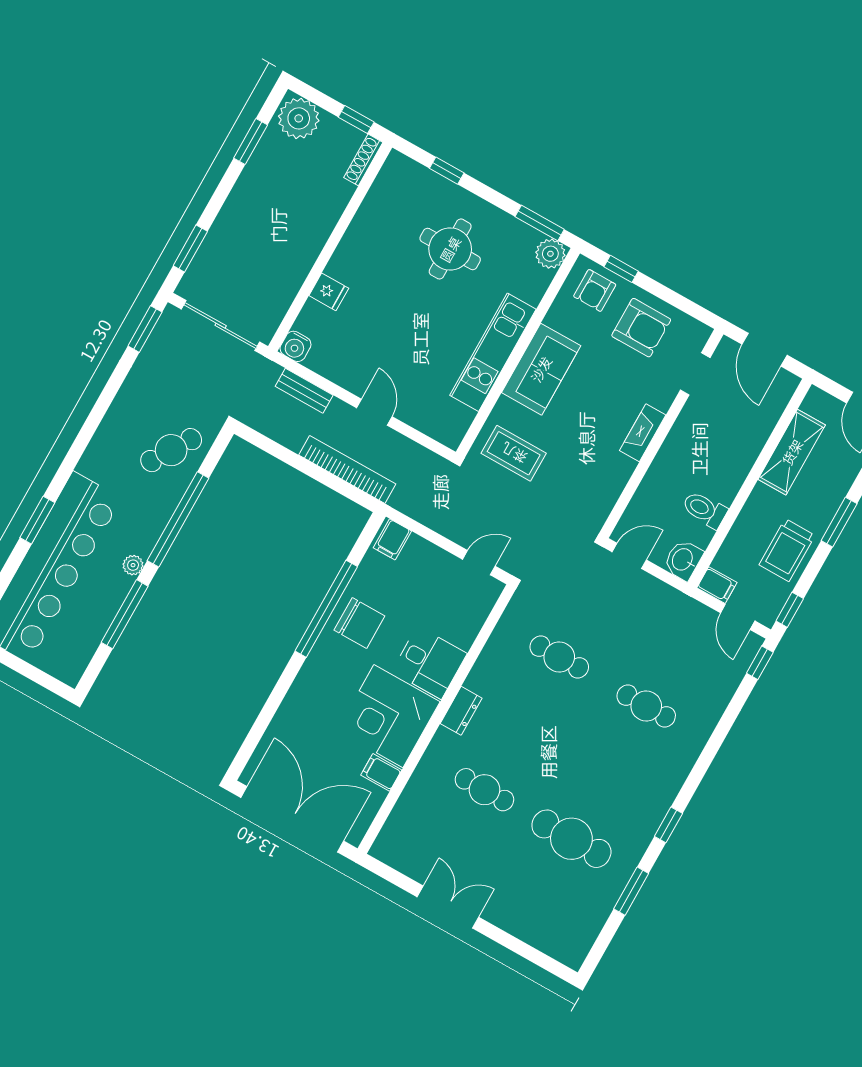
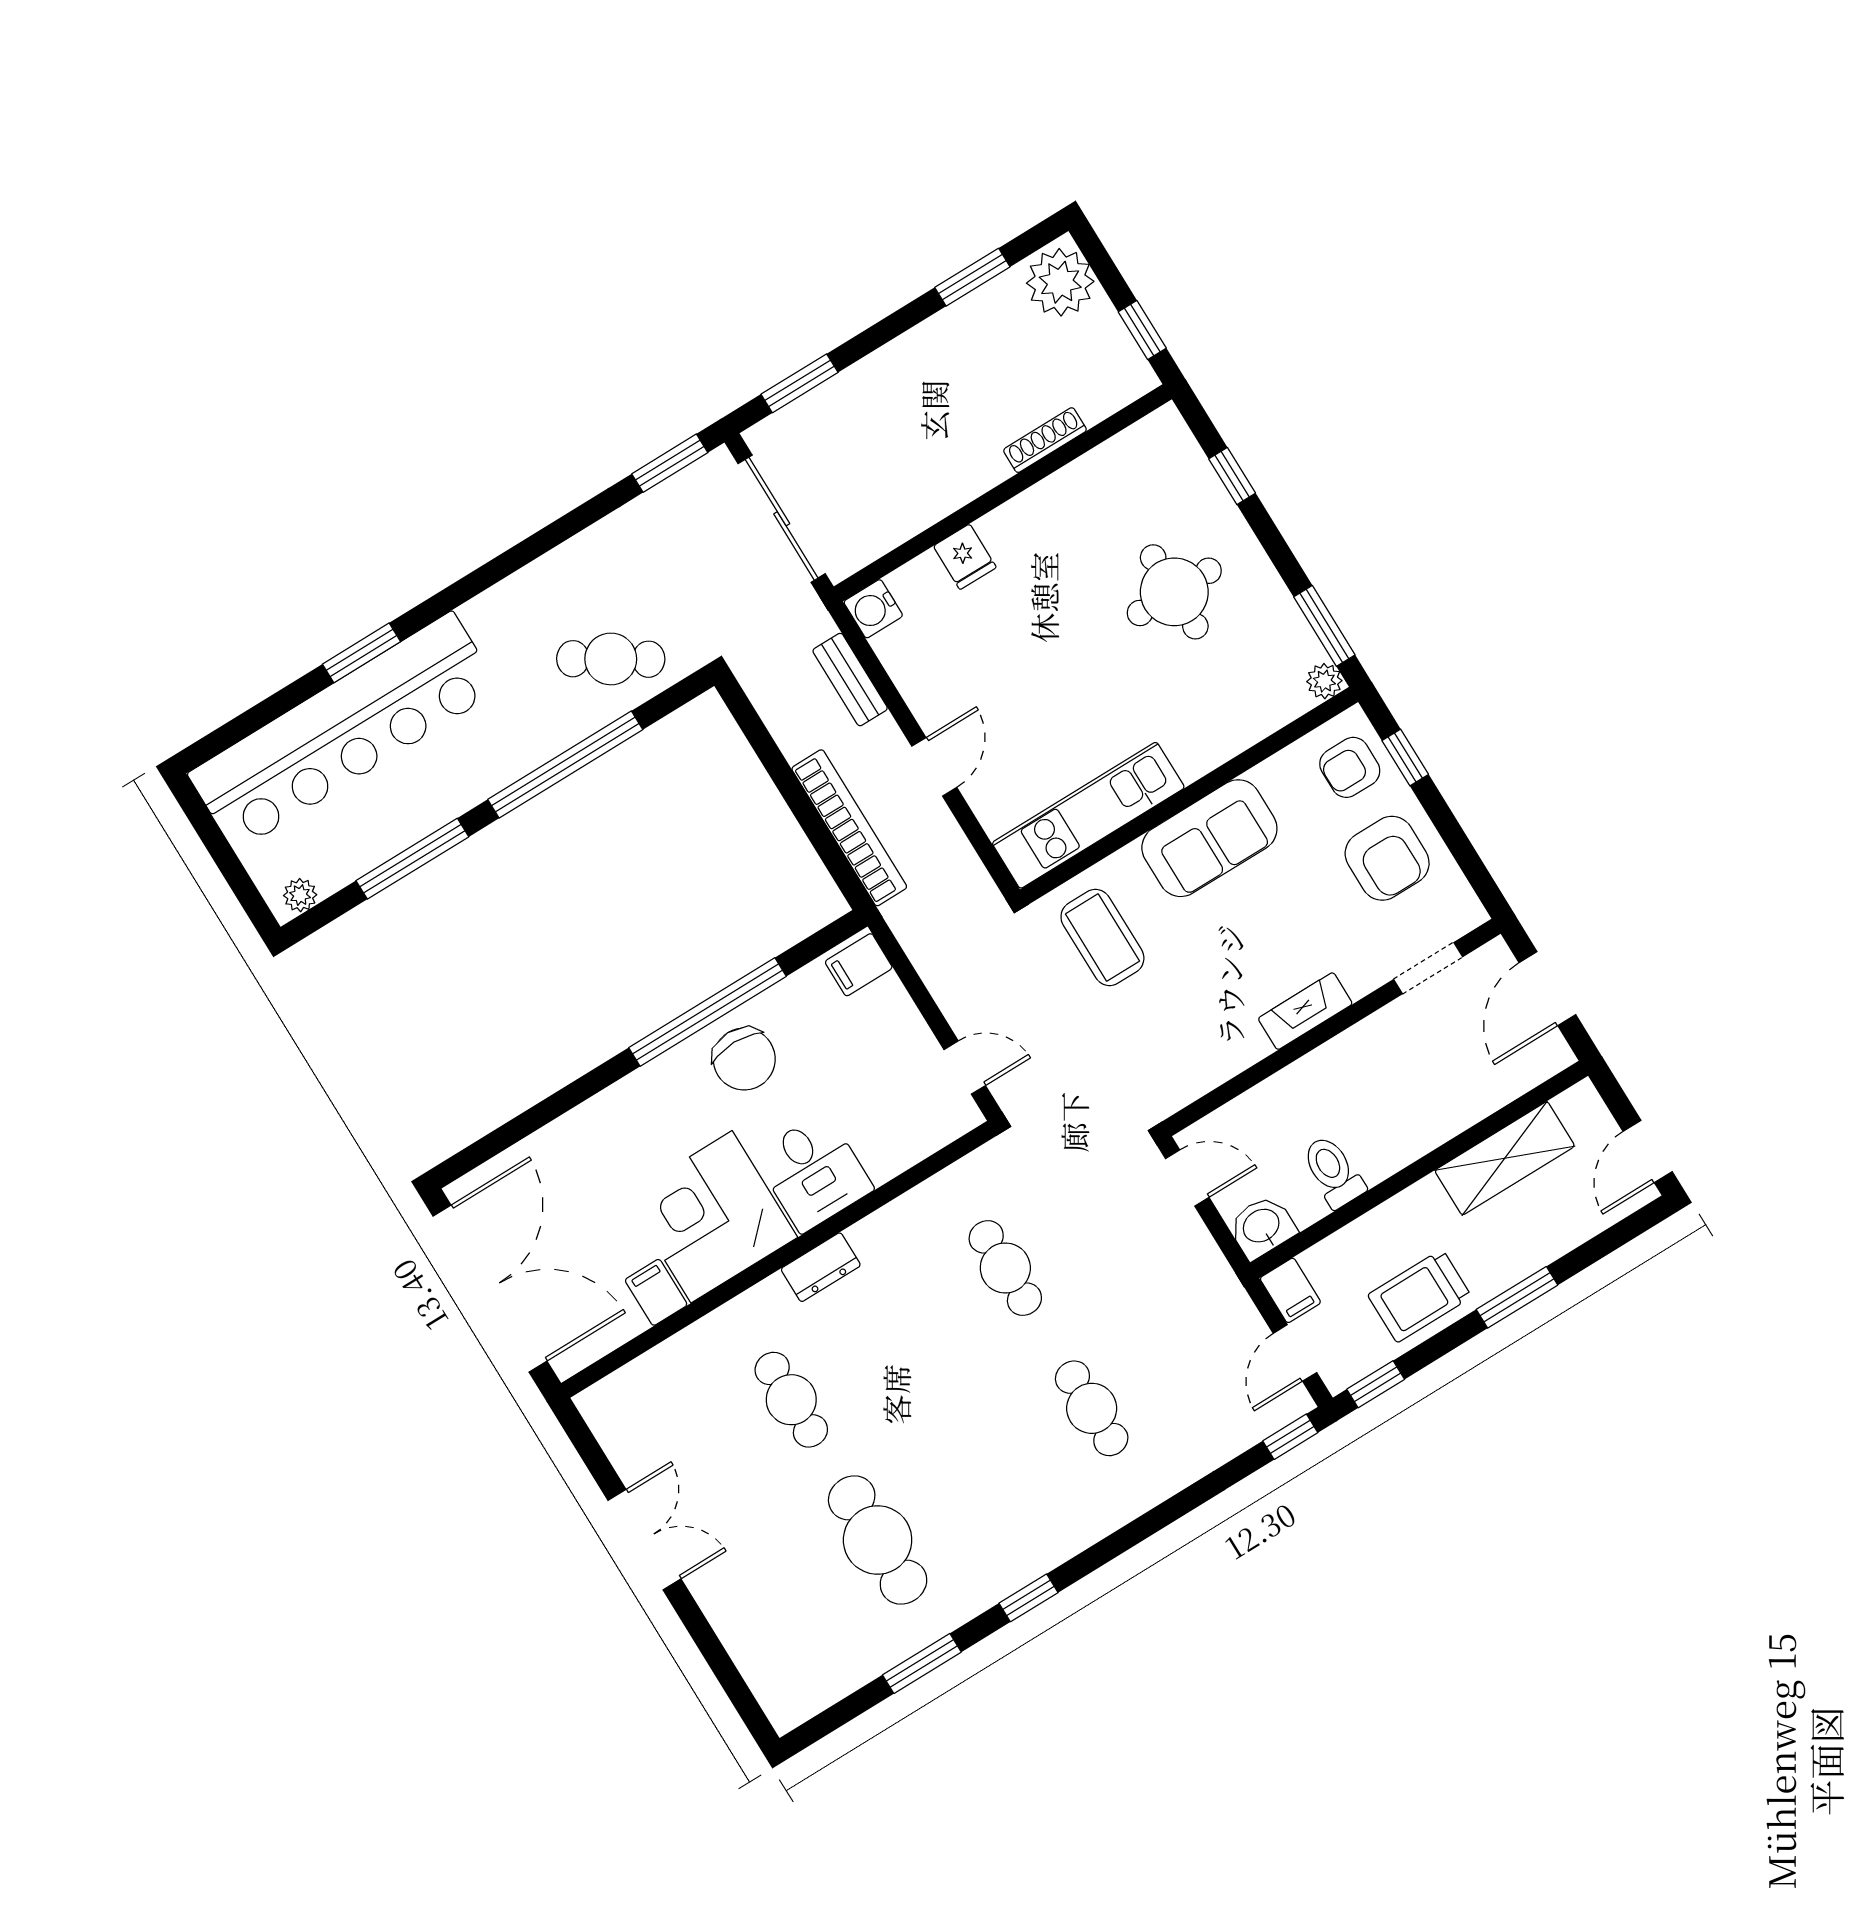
shoe rack: (363, 160) -> (1045, 440), moved
plant: (550, 254) -> (1324, 681), width x0.73, depth x0.73
kitchen unit: (493, 352) -> (1088, 815), moved
plant: (133, 565) -> (300, 895), moved

